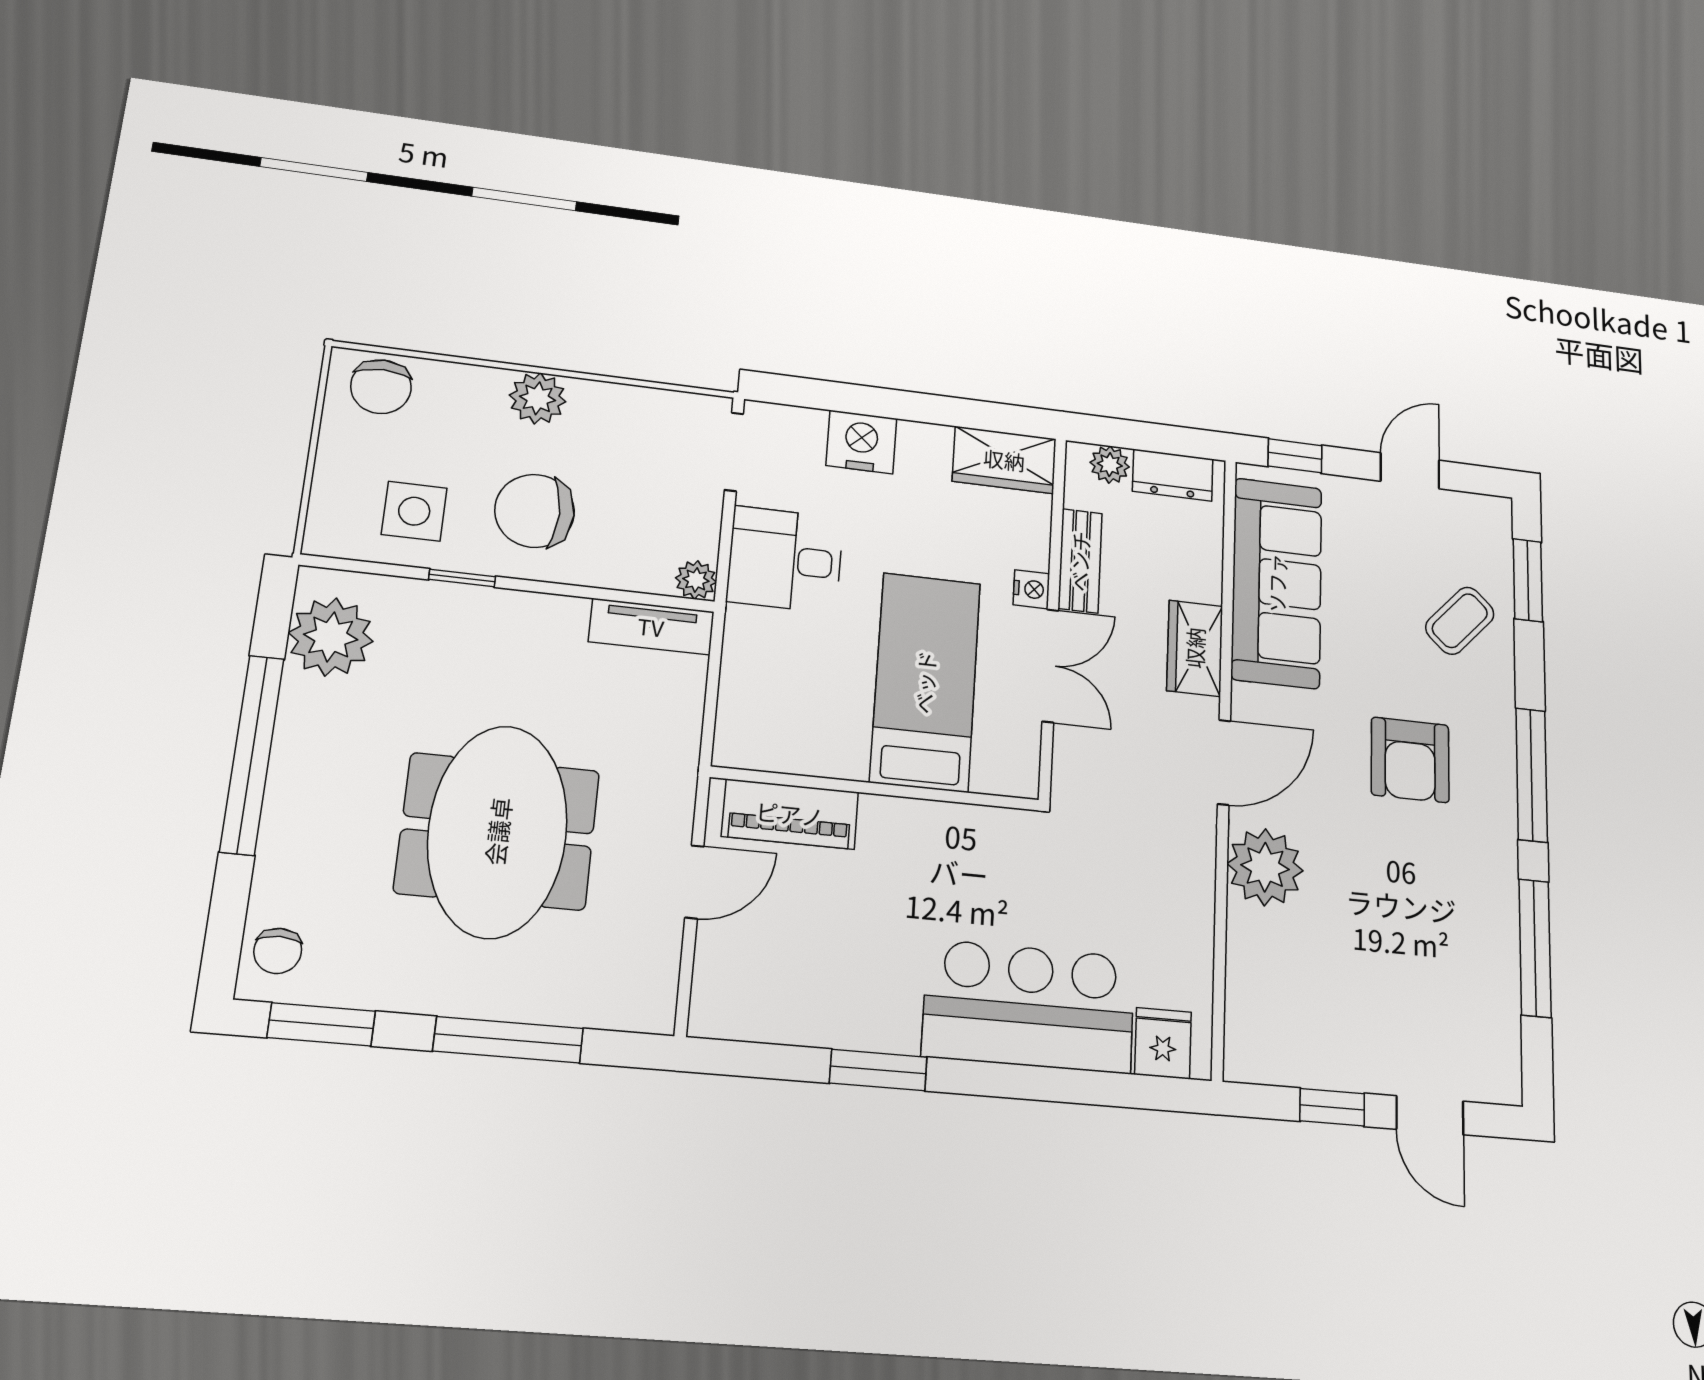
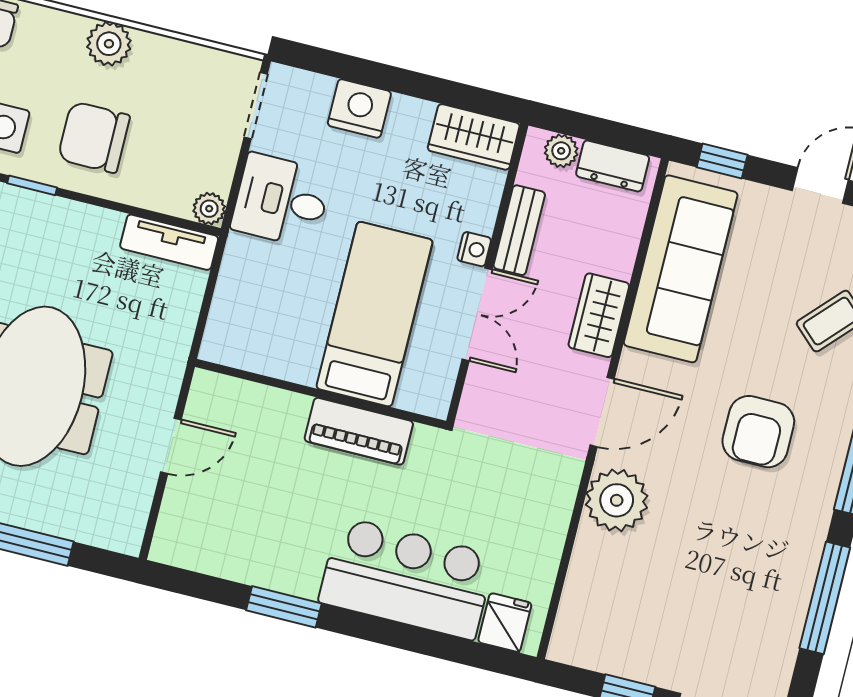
piano: (790, 814) -> (359, 431), moved

